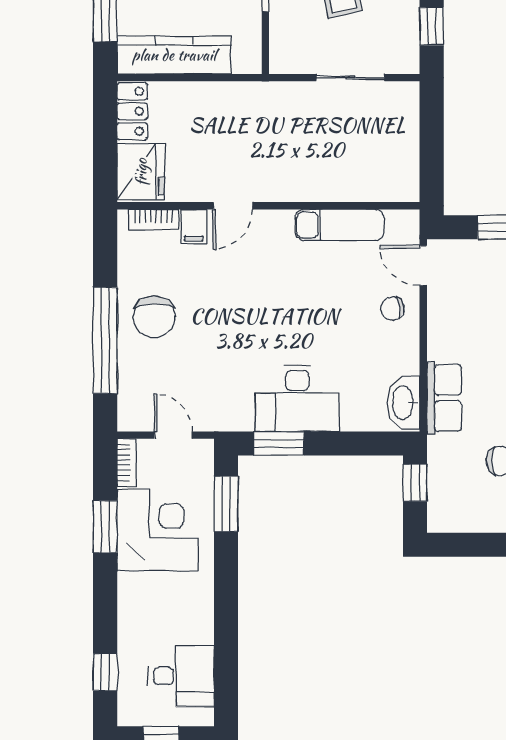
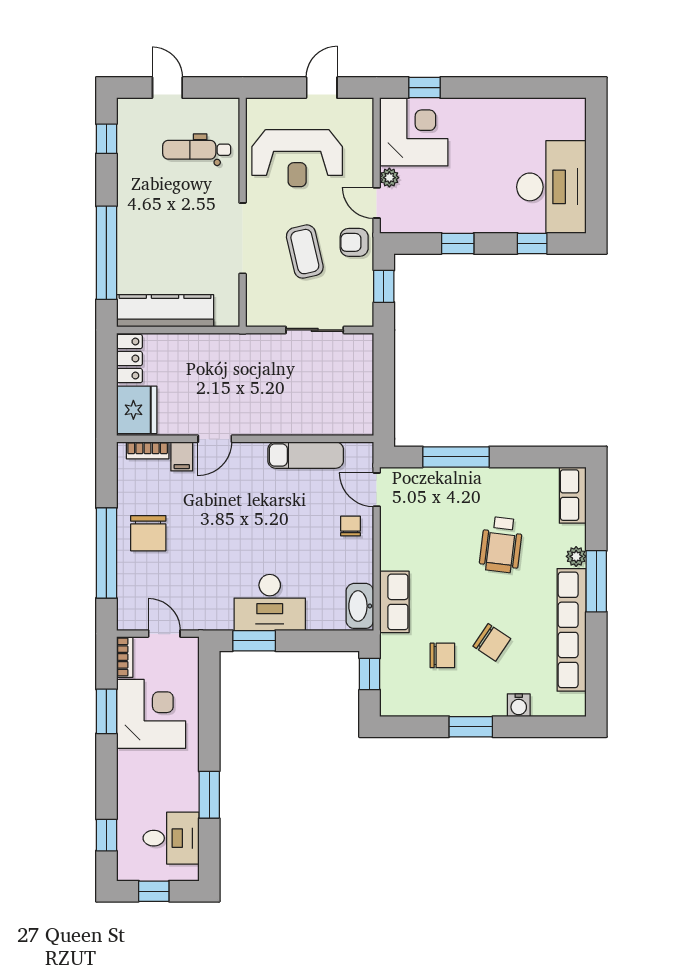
chair: (393, 309) -> (351, 526), turned 97
window: (226, 504) -> (209, 795), moved

